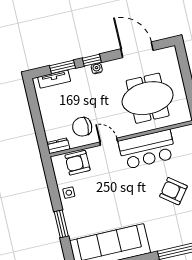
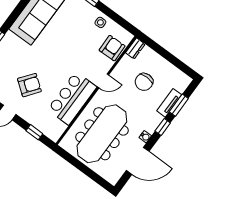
water cooler: (97, 68) -> (145, 137), moved
tv unit: (54, 79) -> (169, 103), moved
meeting table: (148, 98) -> (102, 134), width x1.36
chair: (82, 127) -> (144, 82), moved, turned 180

